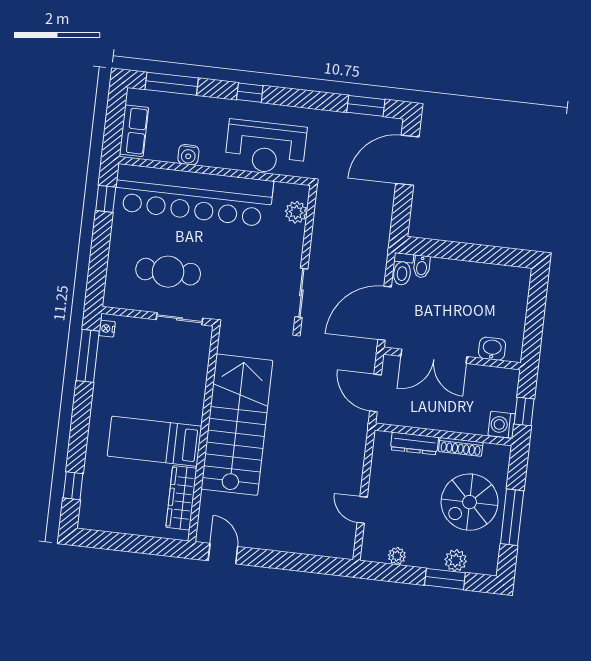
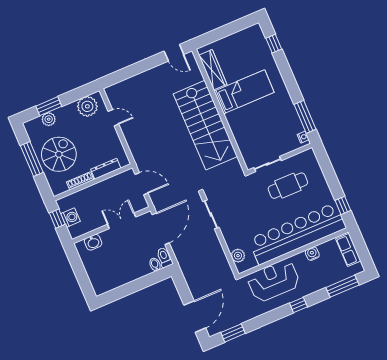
double door: (434, 356) -> (122, 221), width x0.73
washing machine: (502, 425) -> (71, 218), moved
plant: (397, 556) -> (87, 106), width x1.87, depth x1.87

